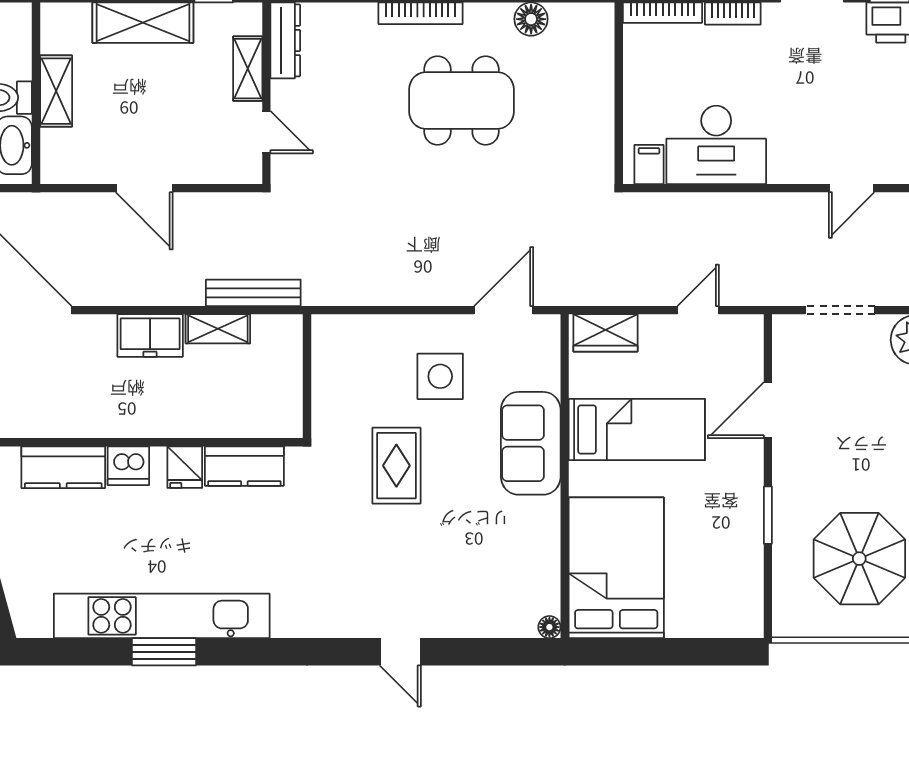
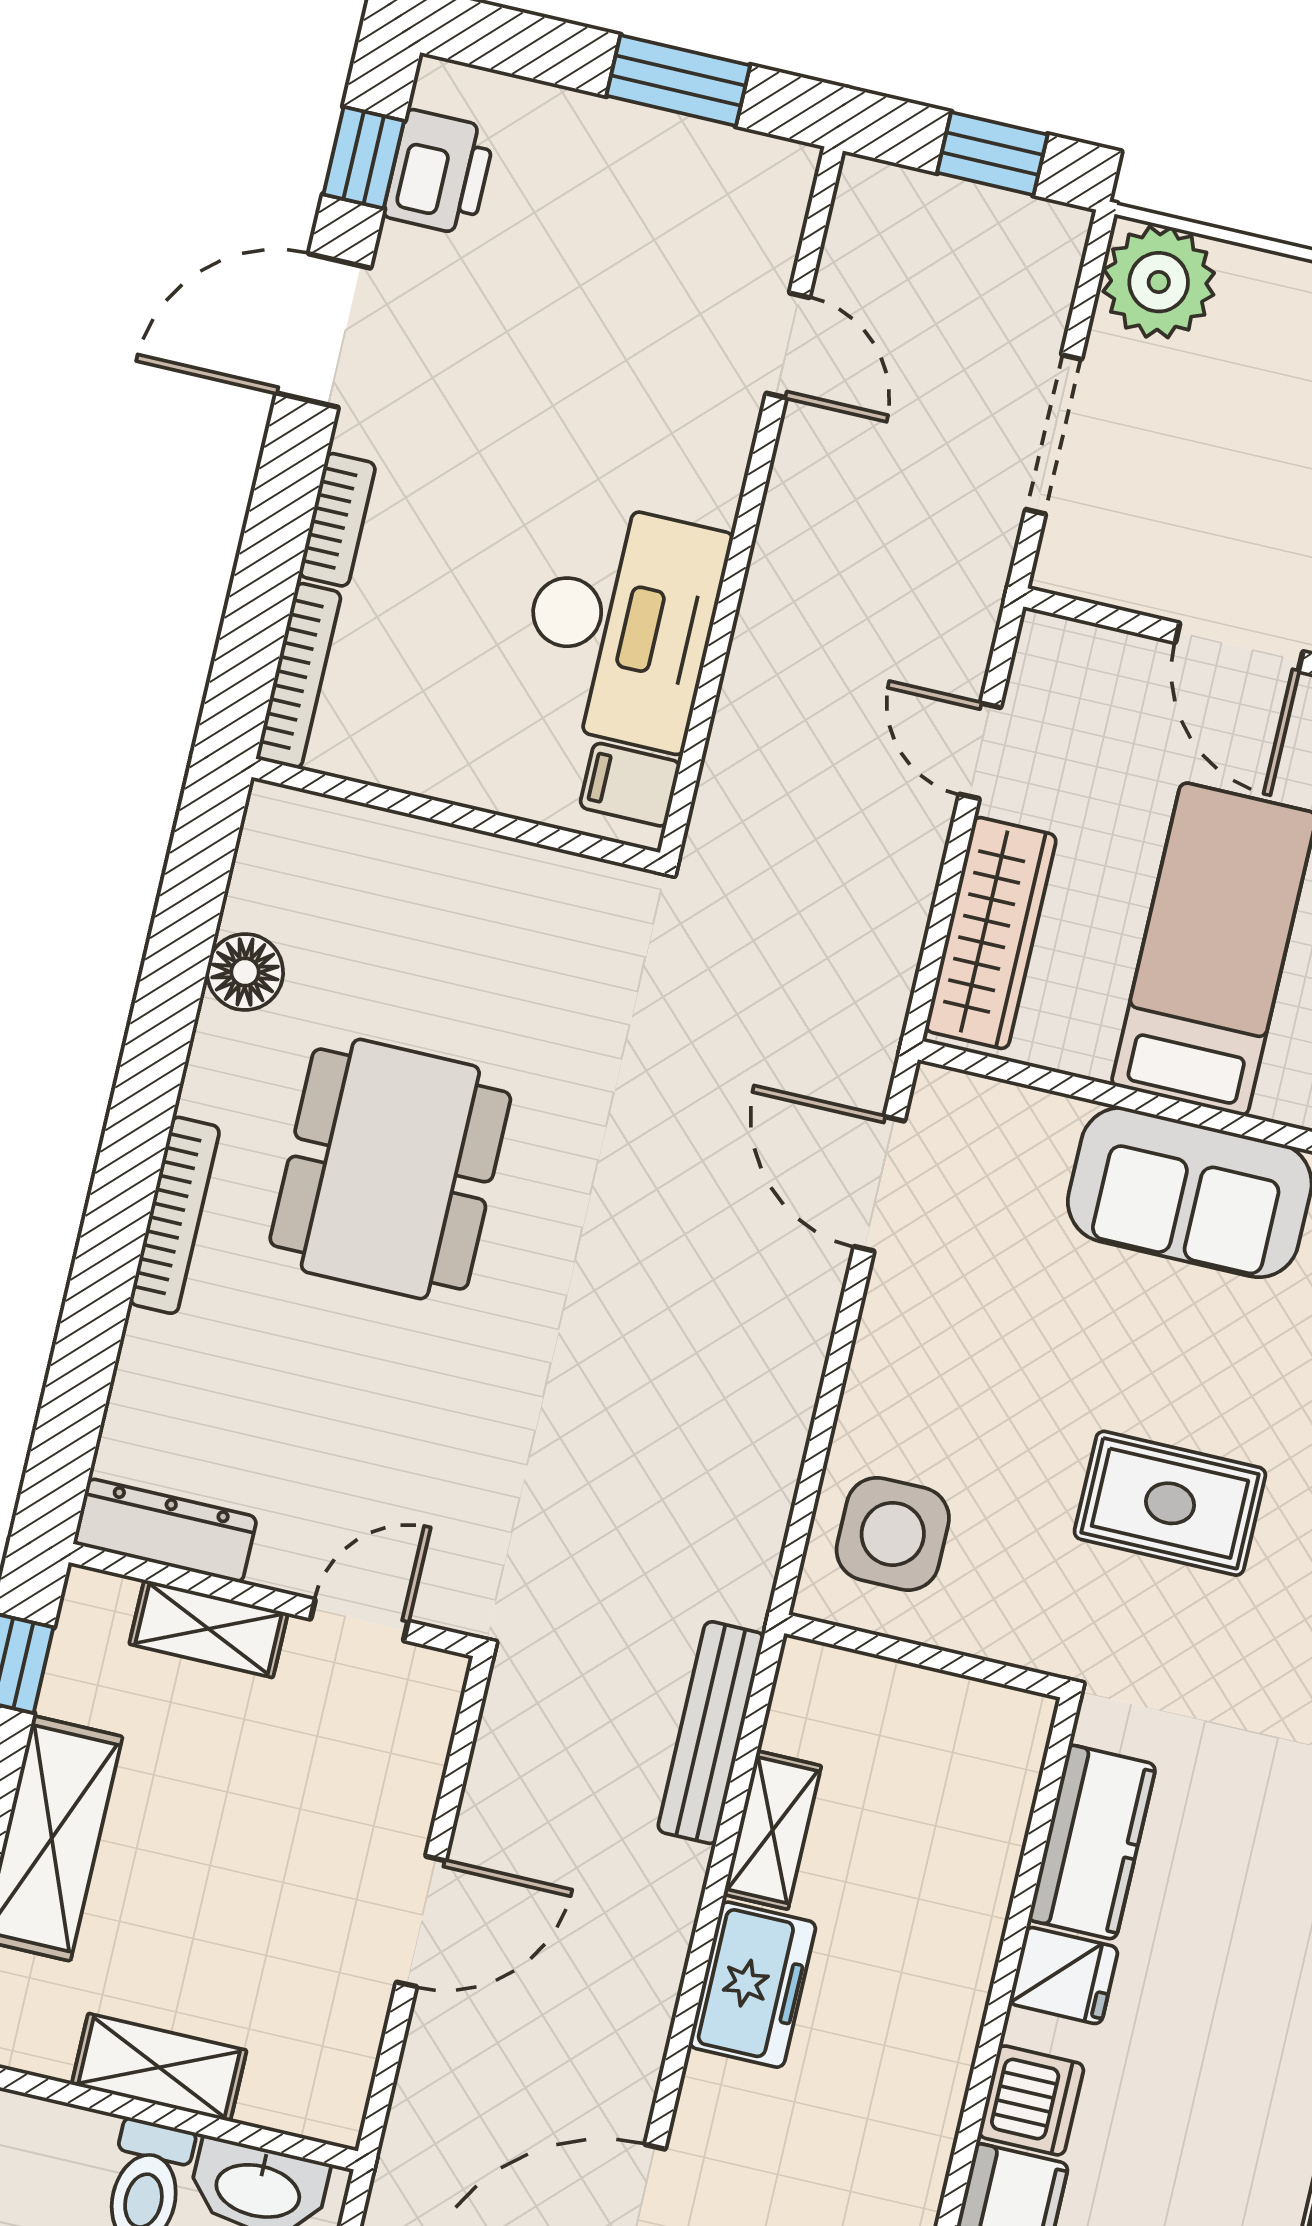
wardrobe: (605, 333) -> (991, 933), width x1.50
side table: (440, 376) -> (893, 1534), moved

